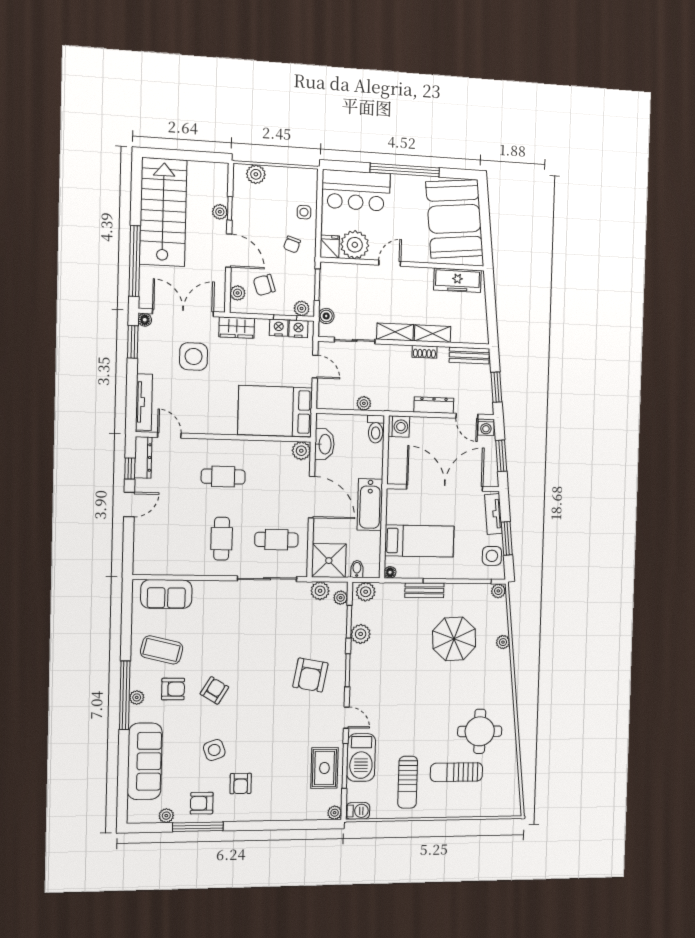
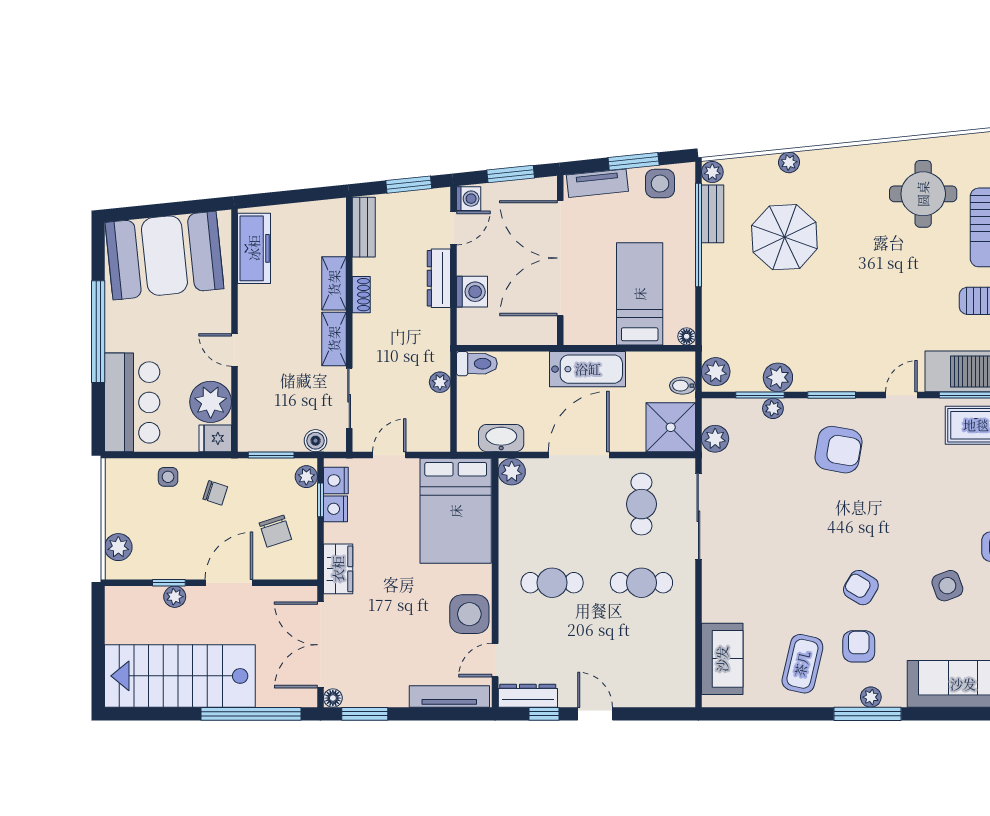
plant: (238, 293) -> (289, 569), removed
side table: (194, 356) -> (469, 614), moved
washing machine: (399, 427) -> (472, 292), moved, turned 90
cafe table: (223, 477) -> (552, 583), turned 90
bench: (424, 590) -> (713, 214), moved
plant: (341, 598) -> (773, 408), moved
window: (125, 695) -> (868, 714), width x0.68

